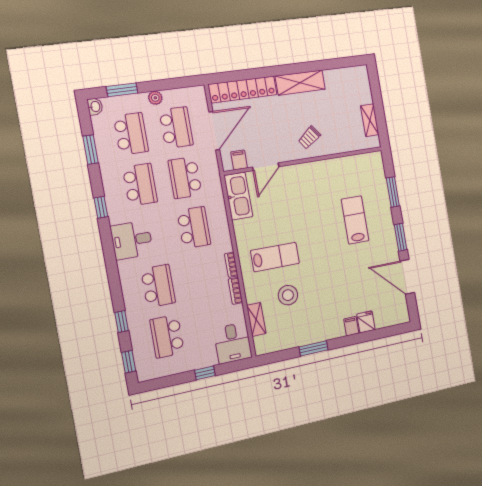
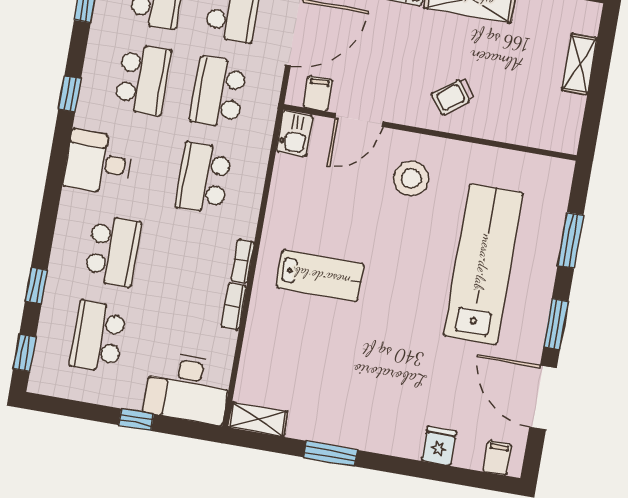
shelving: (370, 120) -> (580, 64), moved
kitchen sink: (238, 196) -> (295, 134), width x0.53, depth x0.81
lab bench: (355, 220) -> (483, 264), width x1.86, depth x1.39
school desk: (194, 228) -> (203, 178), turned 180
stool: (288, 295) -> (411, 178), moved
shelving: (256, 319) -> (258, 419), moved, turned 90
filing cabinet: (351, 326) -> (498, 458), moved
desk: (233, 343) -> (188, 388), width x1.37

